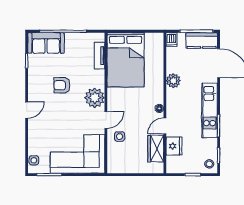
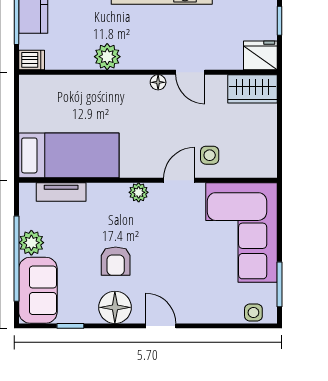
plant: (72, 39) -> (31, 243), added
bed: (126, 60) -> (69, 155), width x0.67
floor lamp: (37, 85) -> (115, 307), added
plant: (95, 98) -> (139, 192), width x0.53, depth x0.53
door: (106, 120) -> (179, 180), hinge flipped
fridge: (174, 146) -> (260, 55), moved
wardrobe: (156, 149) -> (252, 89), moved

